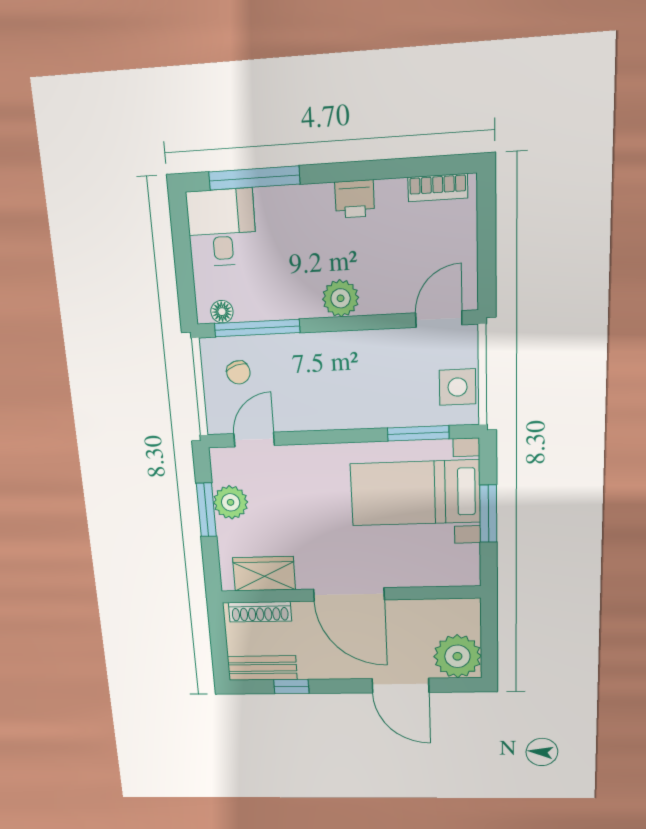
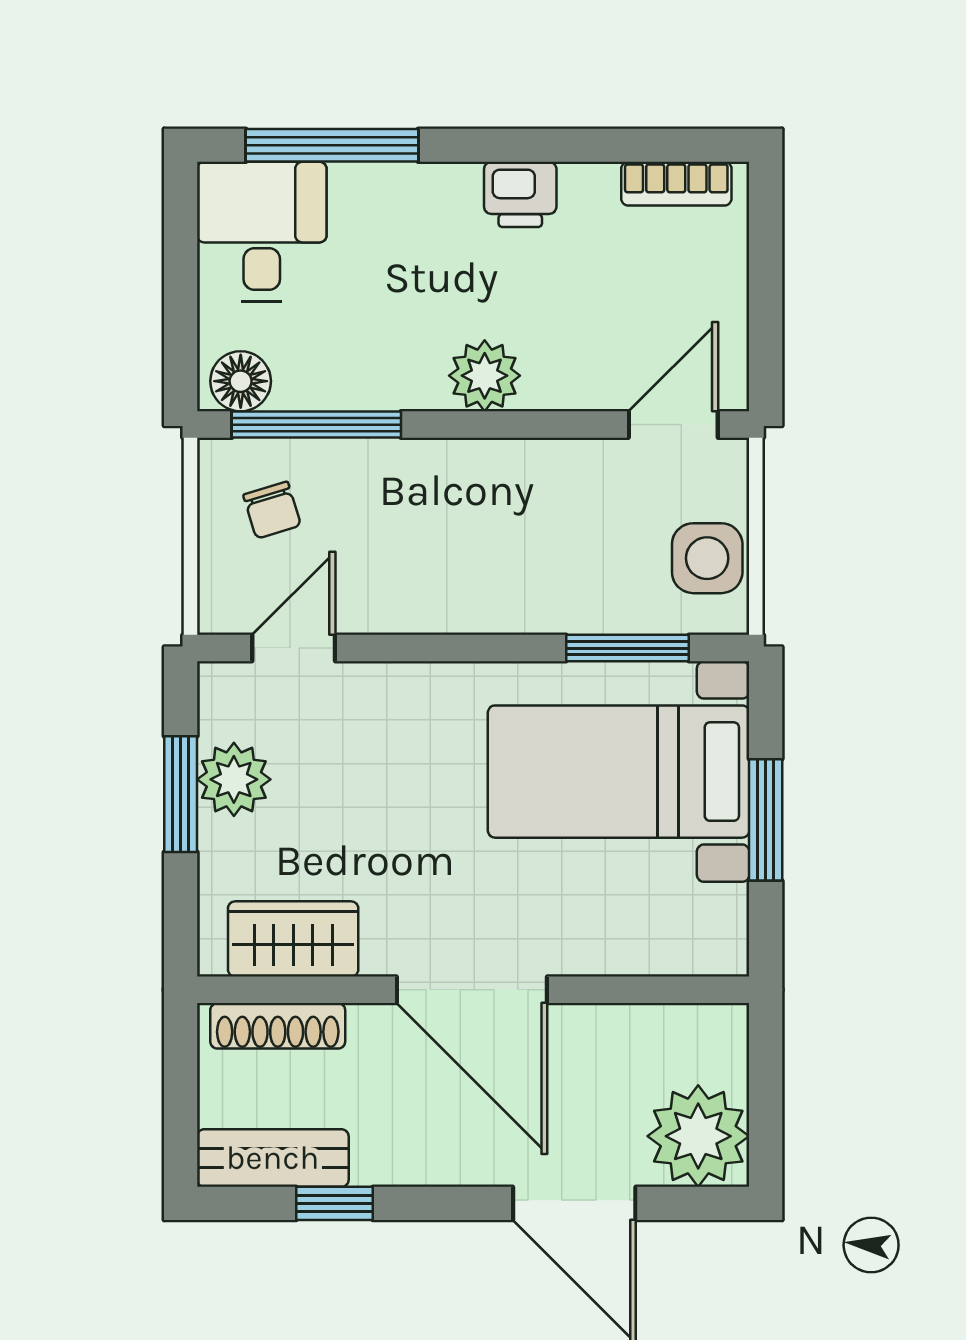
floor lamp: (222, 312) -> (241, 381), width x1.37, depth x1.37

